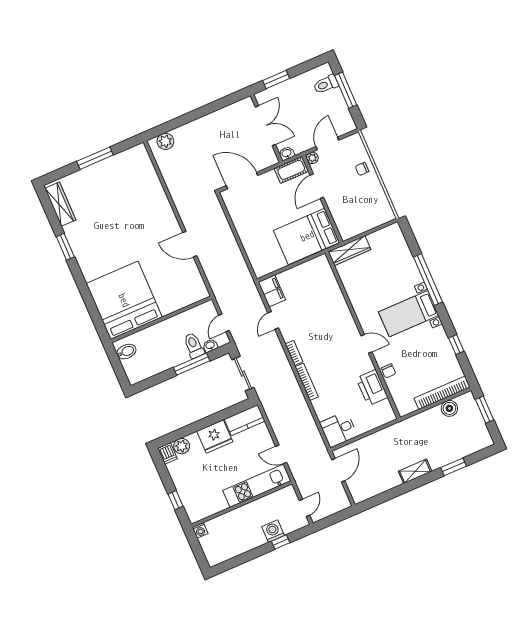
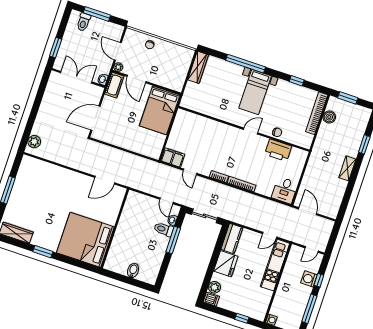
wardrobe: (349, 251) -> (198, 67), moved
bed: (124, 300) -> (85, 240), moved
wall: (161, 319) -> (115, 229), moved
door: (304, 508) -> (312, 249), swing flipped
window: (244, 558) -> (309, 309), added

